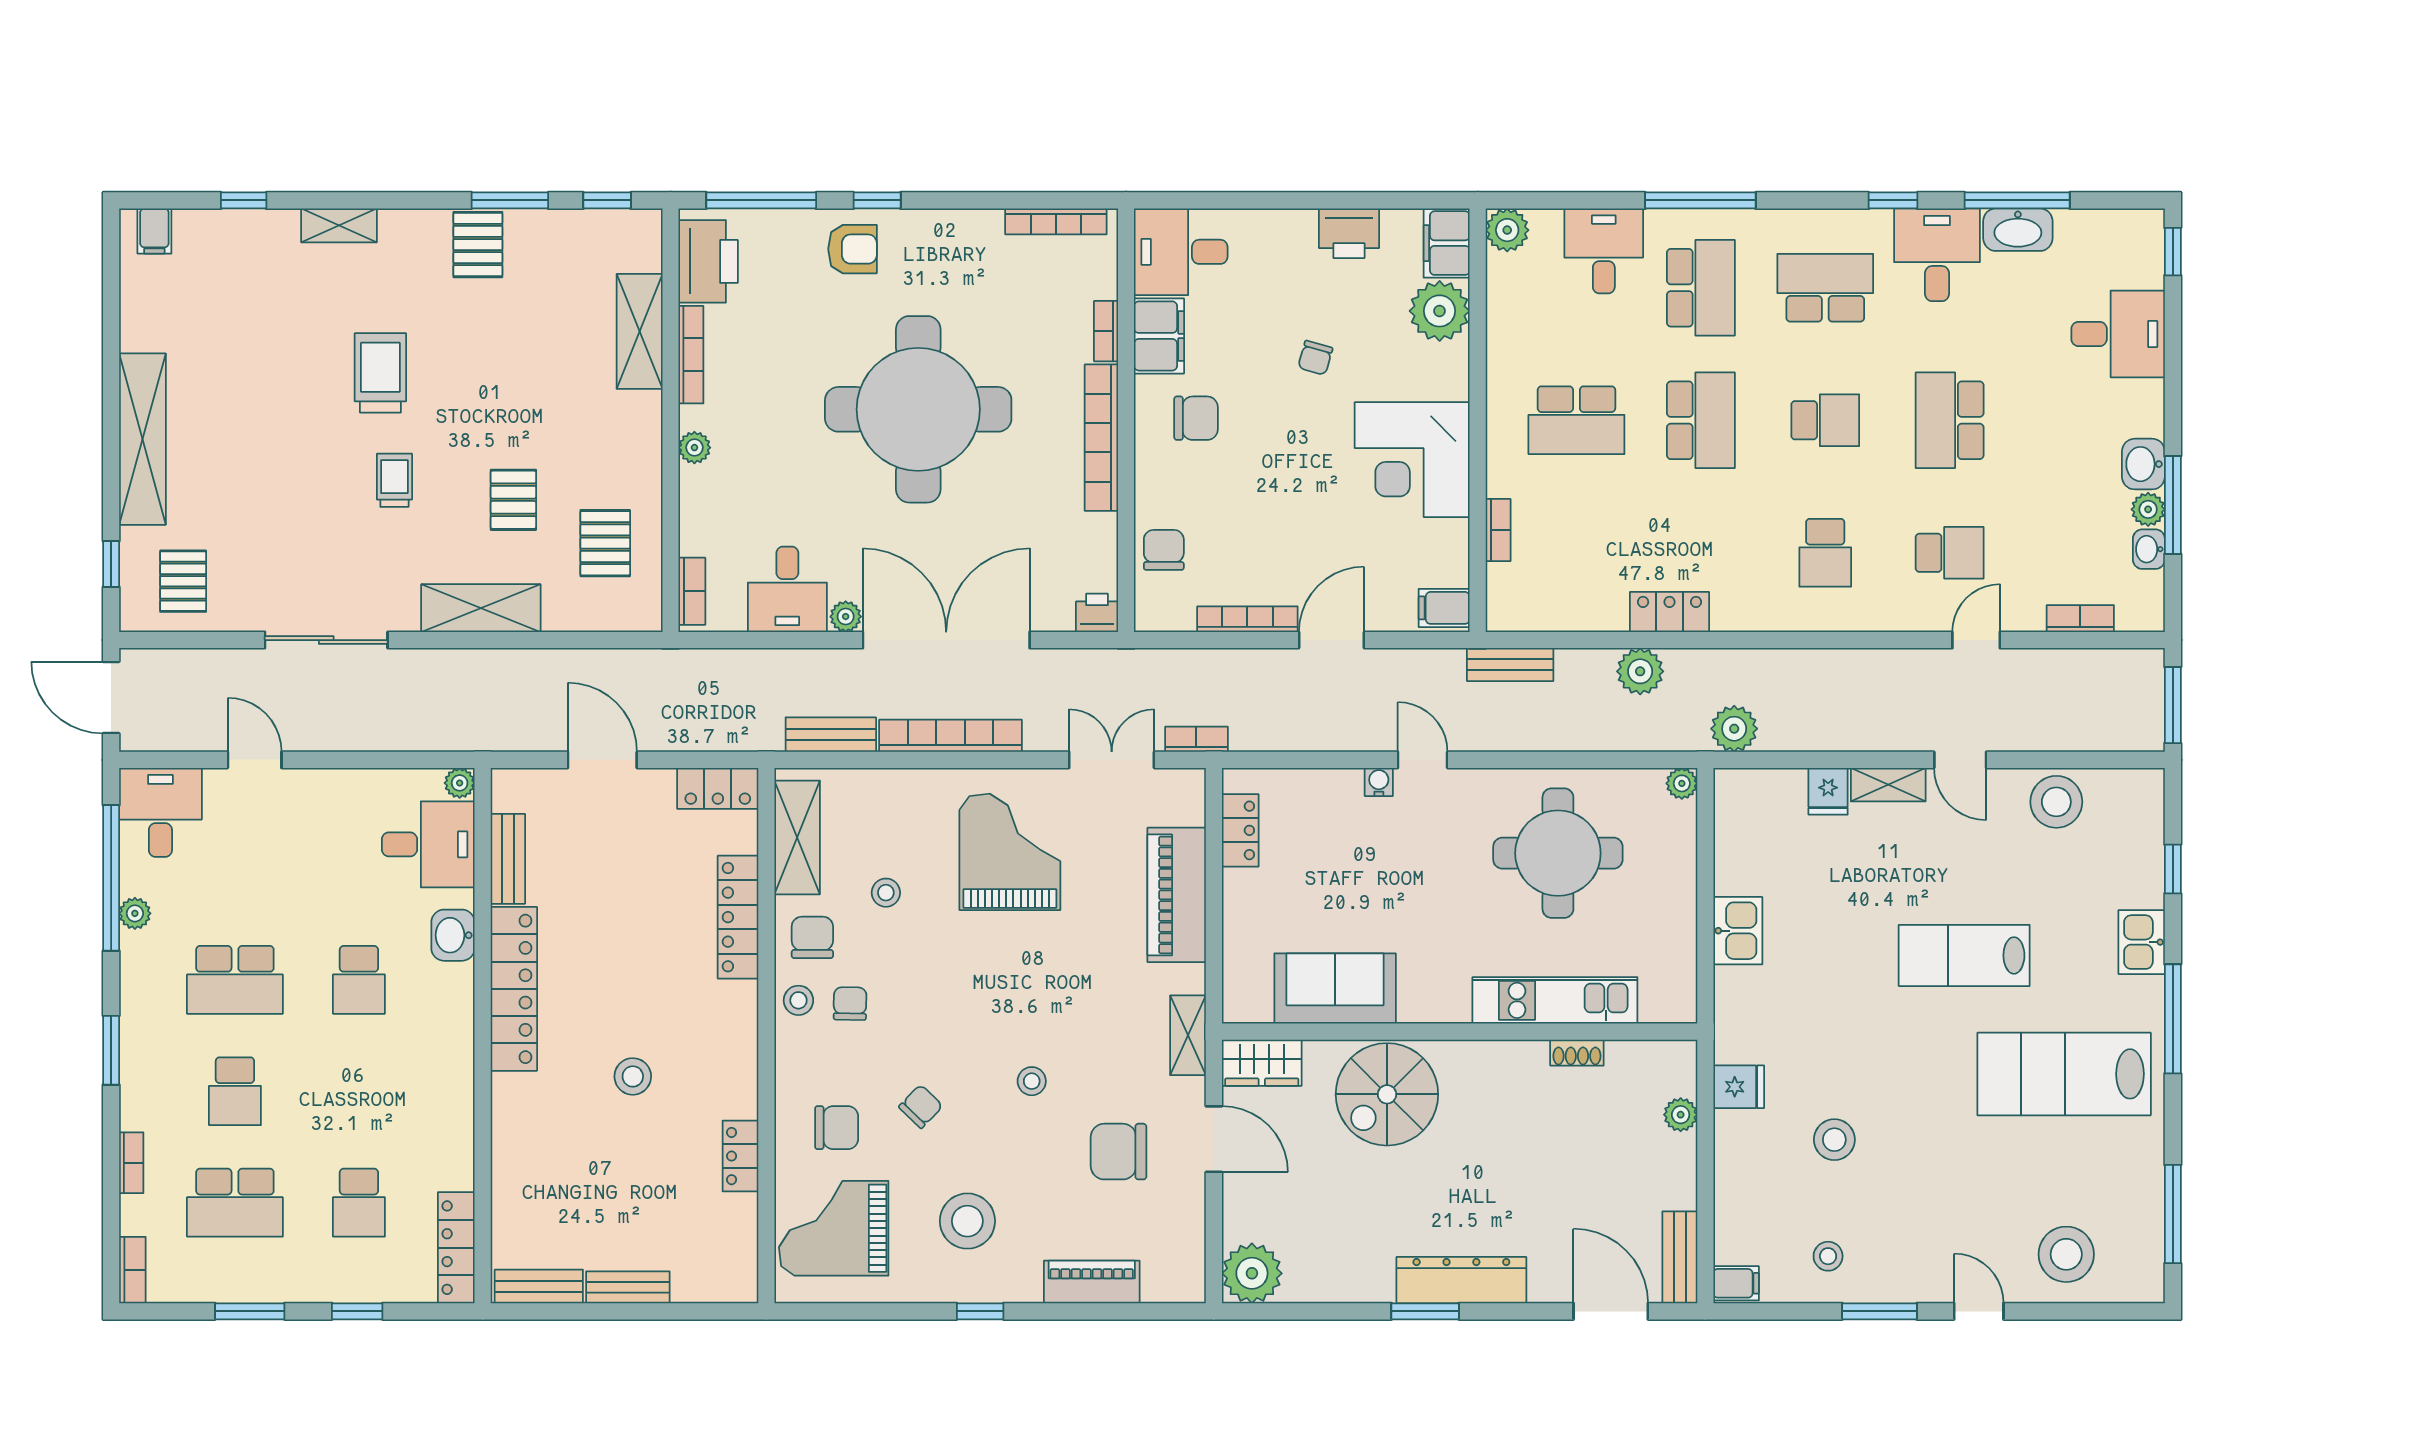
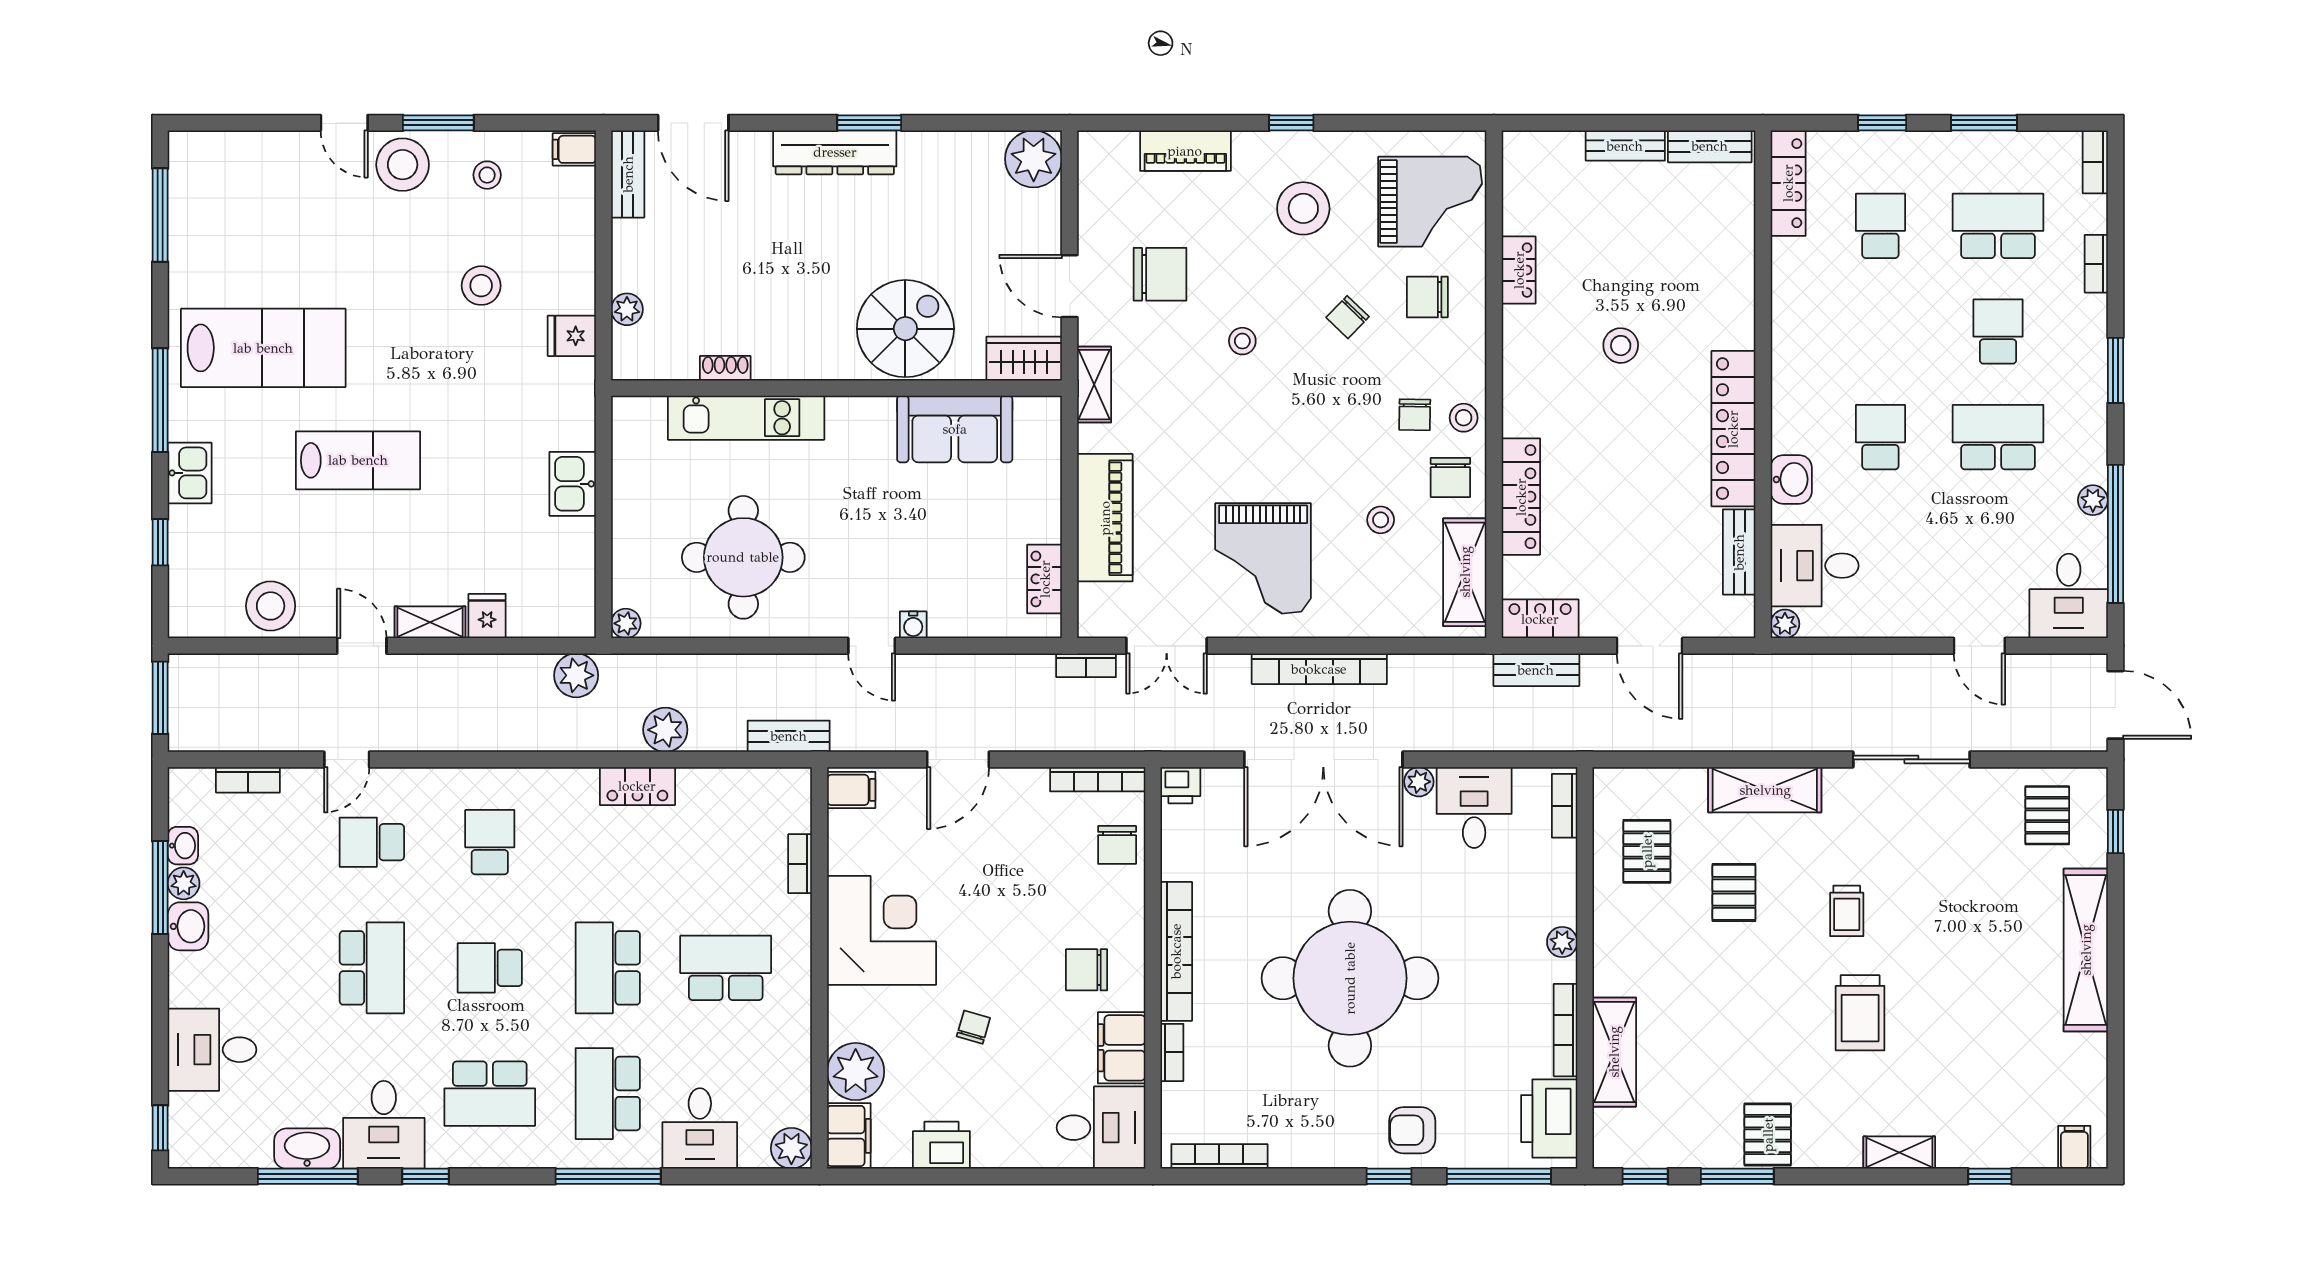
bookcase: (1247, 619) -> (1098, 779), moved
bench: (831, 735) -> (1536, 670), moved
stool: (2066, 1254) -> (403, 165), moved

